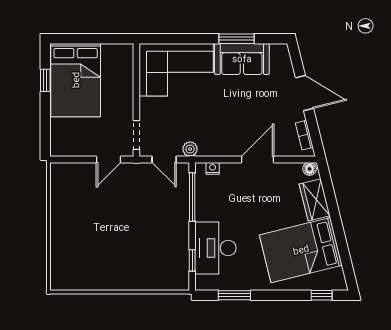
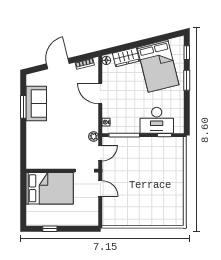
corner sofa: (176, 70) -> (43, 145), removed
bed: (76, 80) -> (50, 188), moved
window: (234, 295) -> (187, 80), moved

